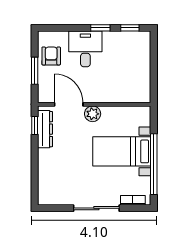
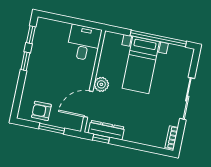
desk: (85, 49) -> (84, 43), moved, turned 90
bookcase: (133, 200) -> (172, 138), moved

